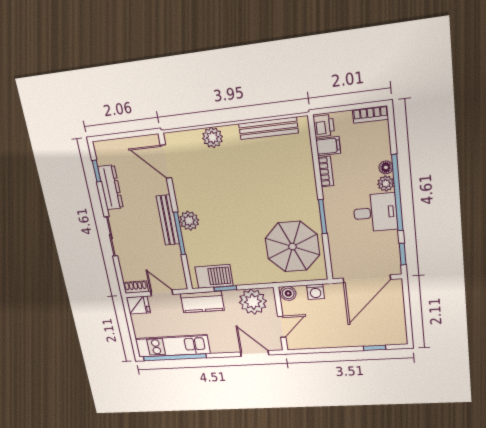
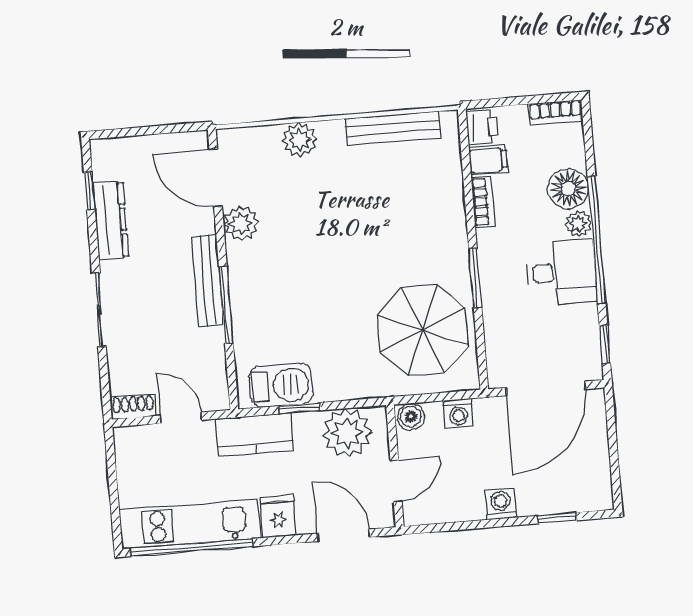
floor lamp: (386, 167) -> (568, 189), width x1.89, depth x1.89
plant: (189, 221) -> (241, 223), moved
fridge: (138, 305) -> (278, 517), moved, turned -90
washing machine: (342, 340) -> (501, 504), added

